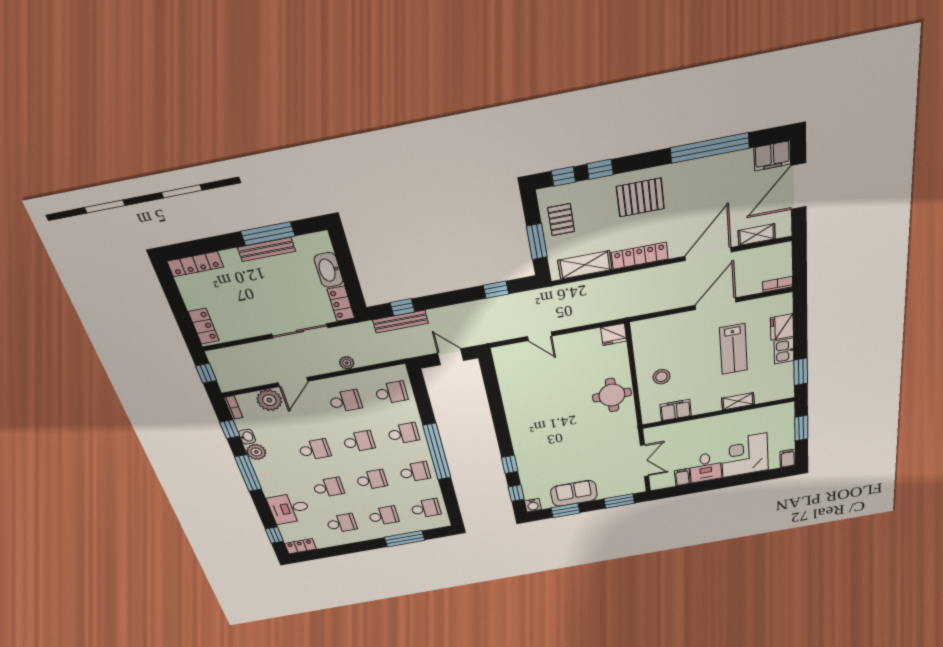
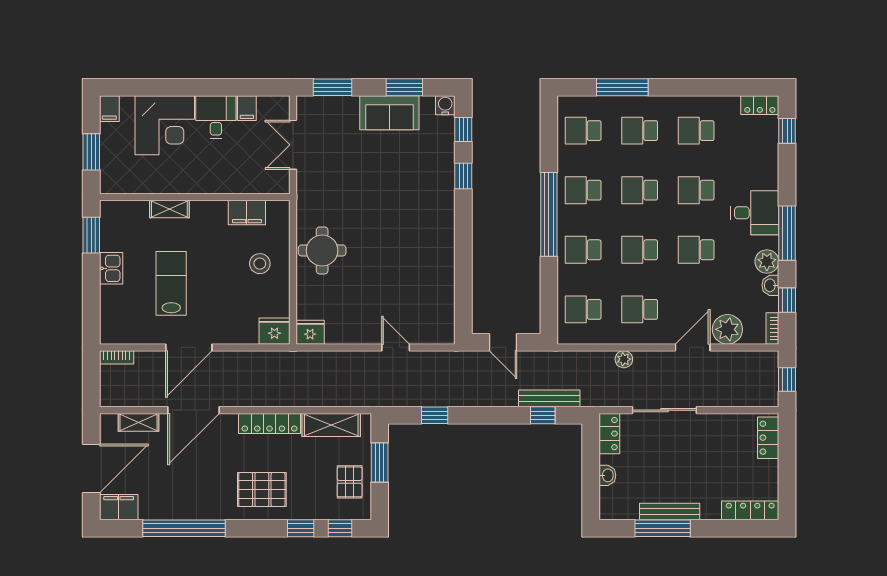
washbasin: (329, 270) -> (607, 475), width x0.52, depth x0.69
fridge: (782, 327) -> (274, 331), moved, turned -90
desk: (289, 508) -> (755, 213), moved

